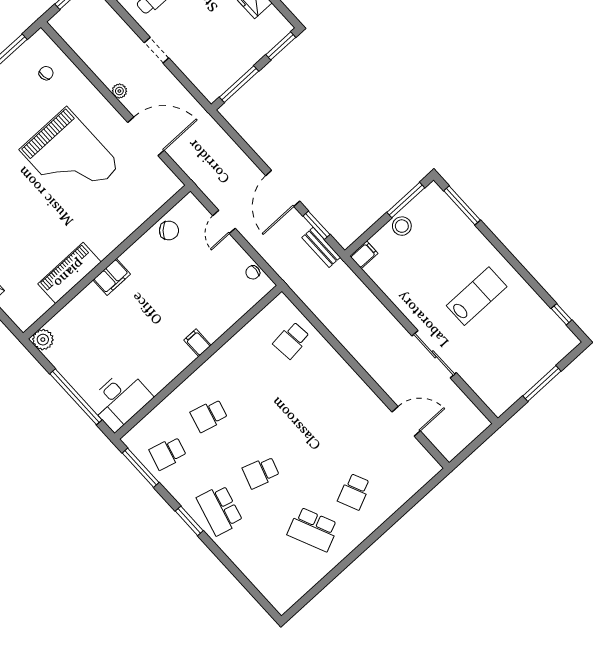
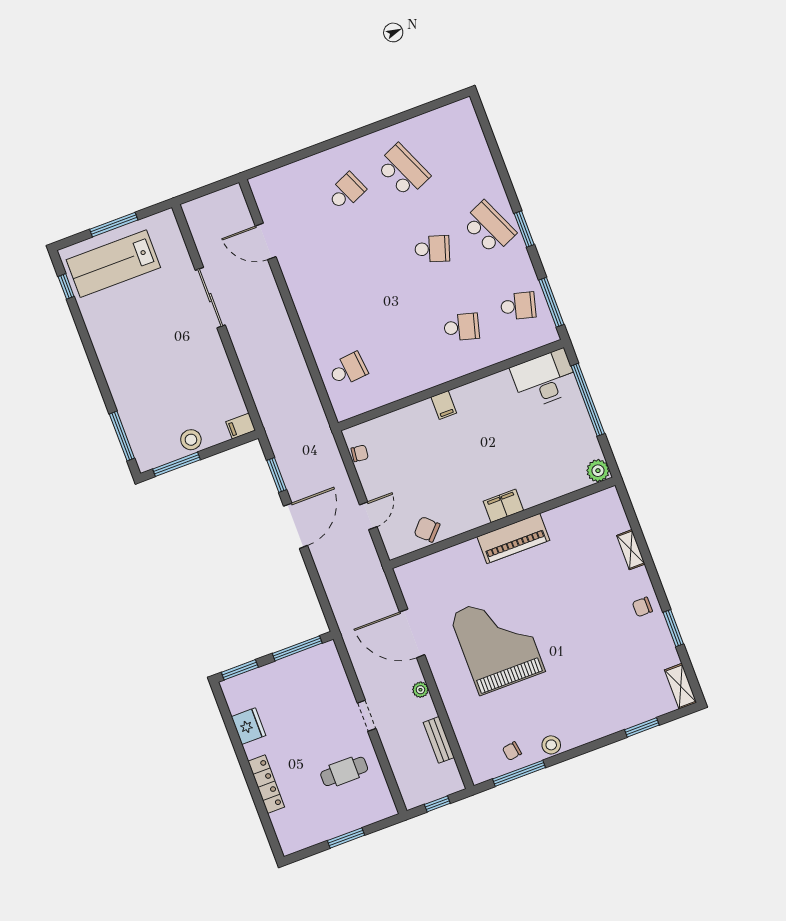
chair: (46, 73) -> (512, 751), moved
bench: (321, 247) -> (439, 740), moved
piano: (69, 273) -> (513, 539), moved
lab bench: (477, 296) -> (113, 264), moved, width x1.36, depth x1.39
school desk: (220, 510) -> (489, 228), turned -39

